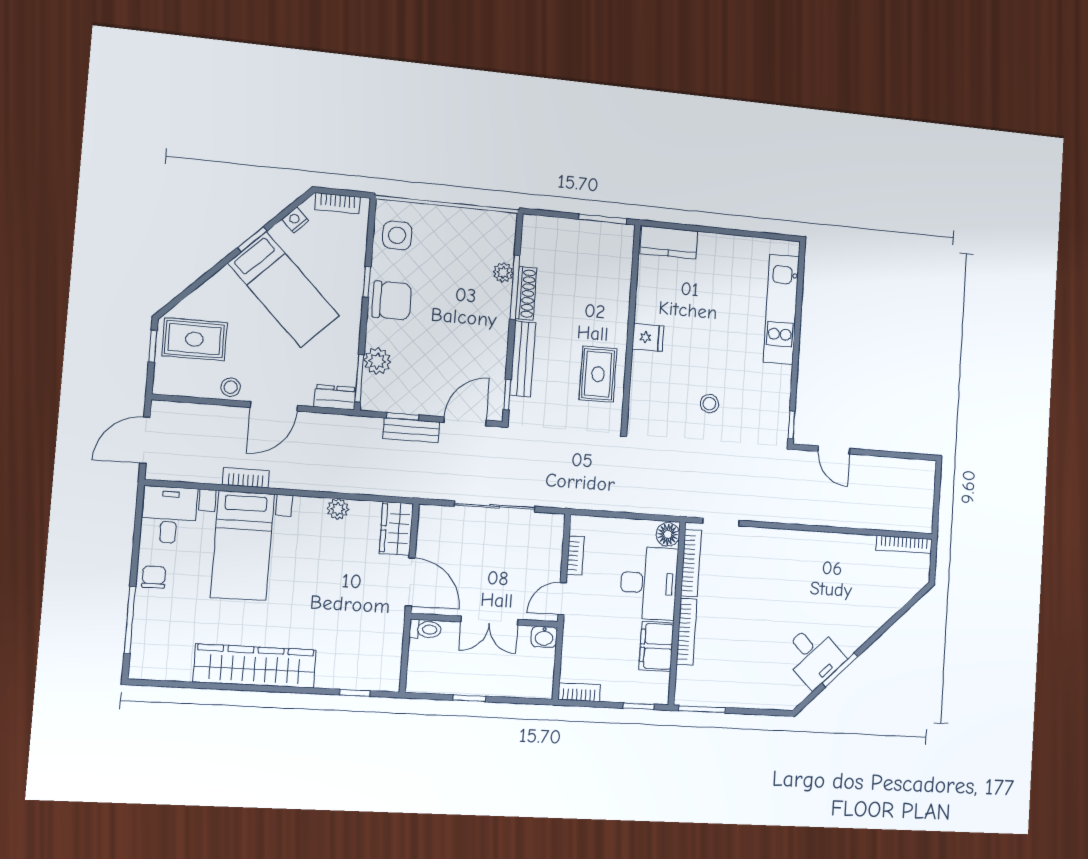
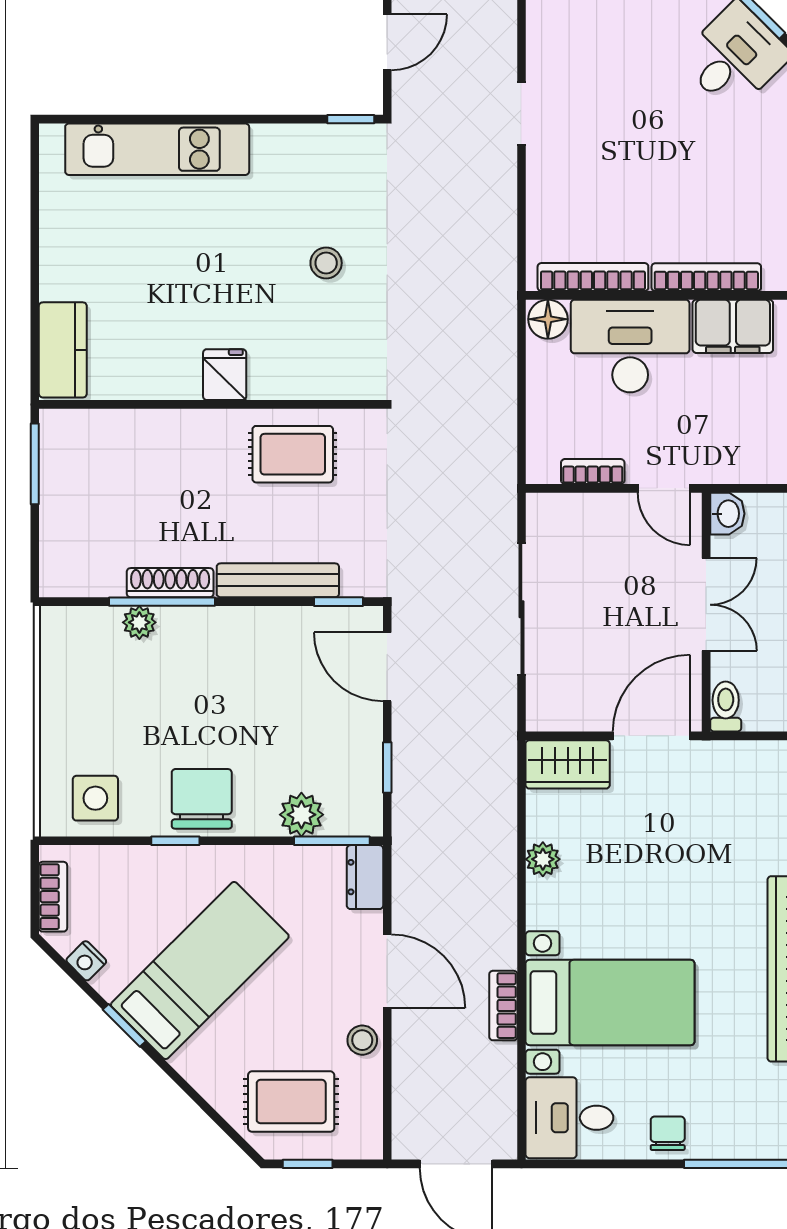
rug: (194, 339) -> (291, 1102), turned 90
bench: (411, 430) -> (408, 752), removed
doorway: (721, 522) -> (521, 114), moved
chair: (154, 577) -> (668, 1133), turned 90

